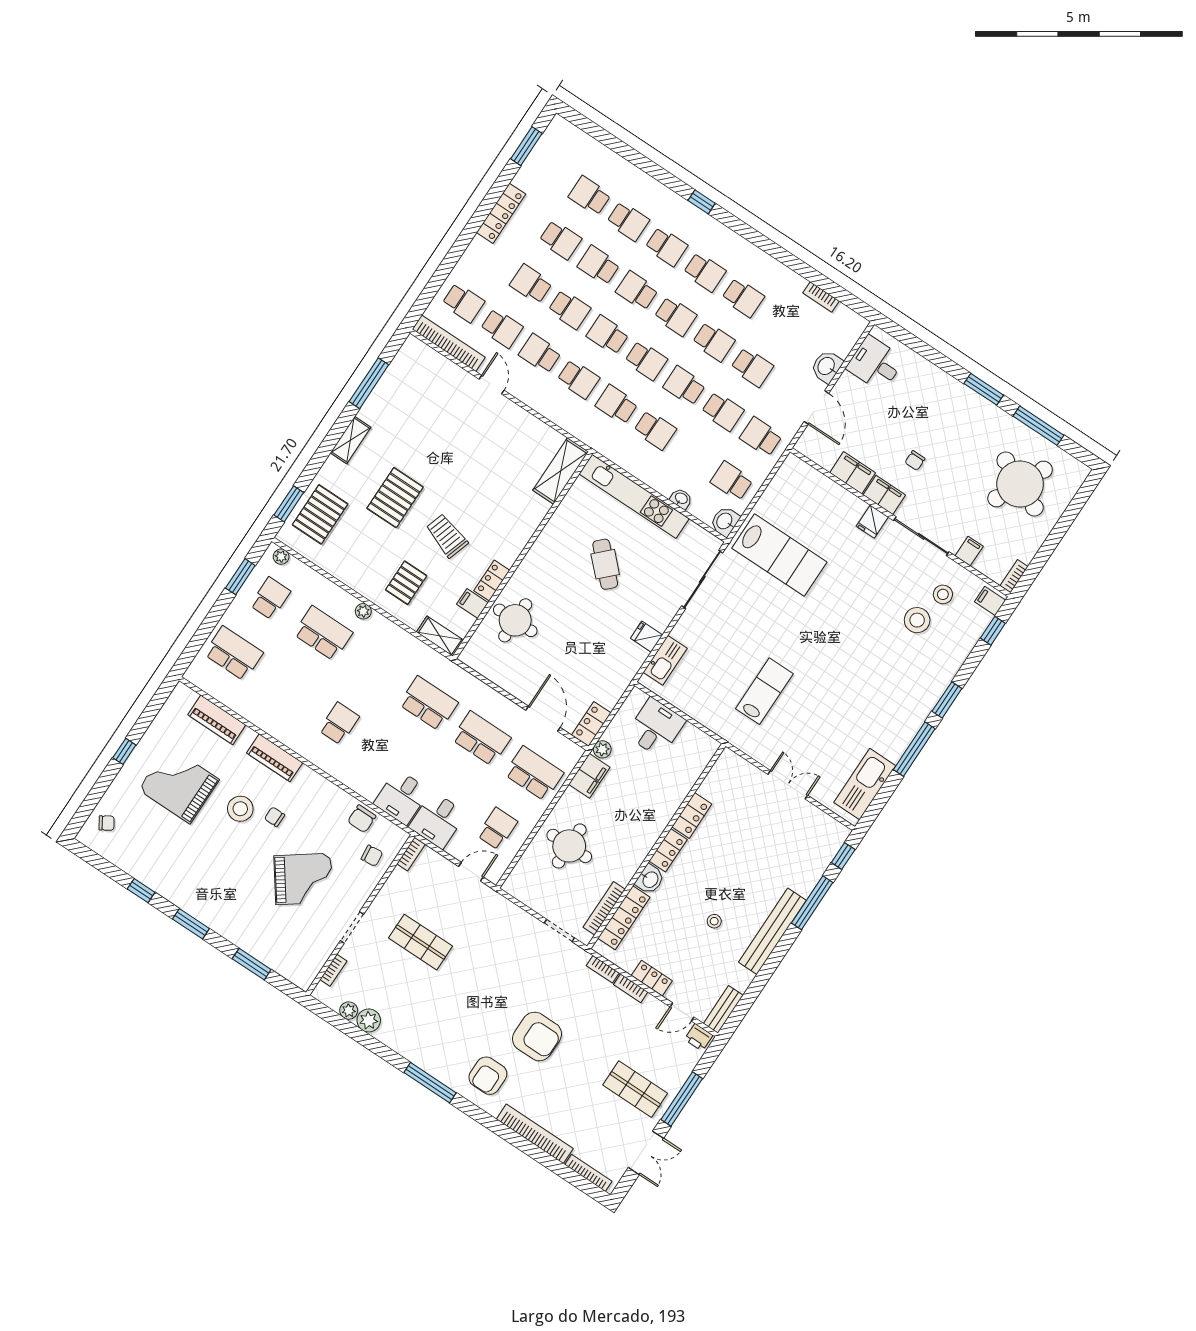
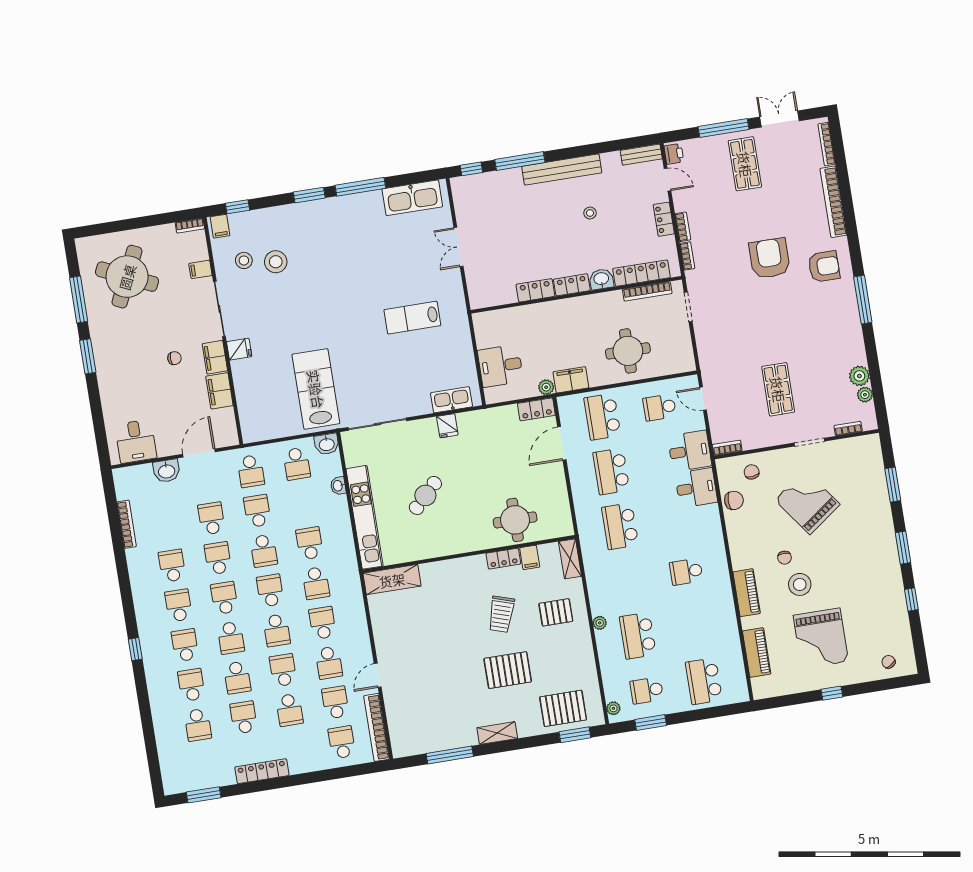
bookcase: (821, 297) -> (127, 524), width x1.56

